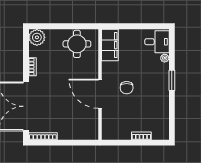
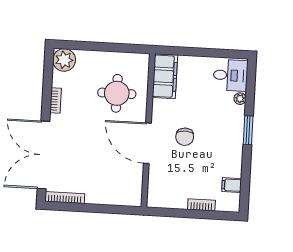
round table: (77, 44) -> (117, 93), moved
filing cabinet: (162, 120) -> (232, 185), added

